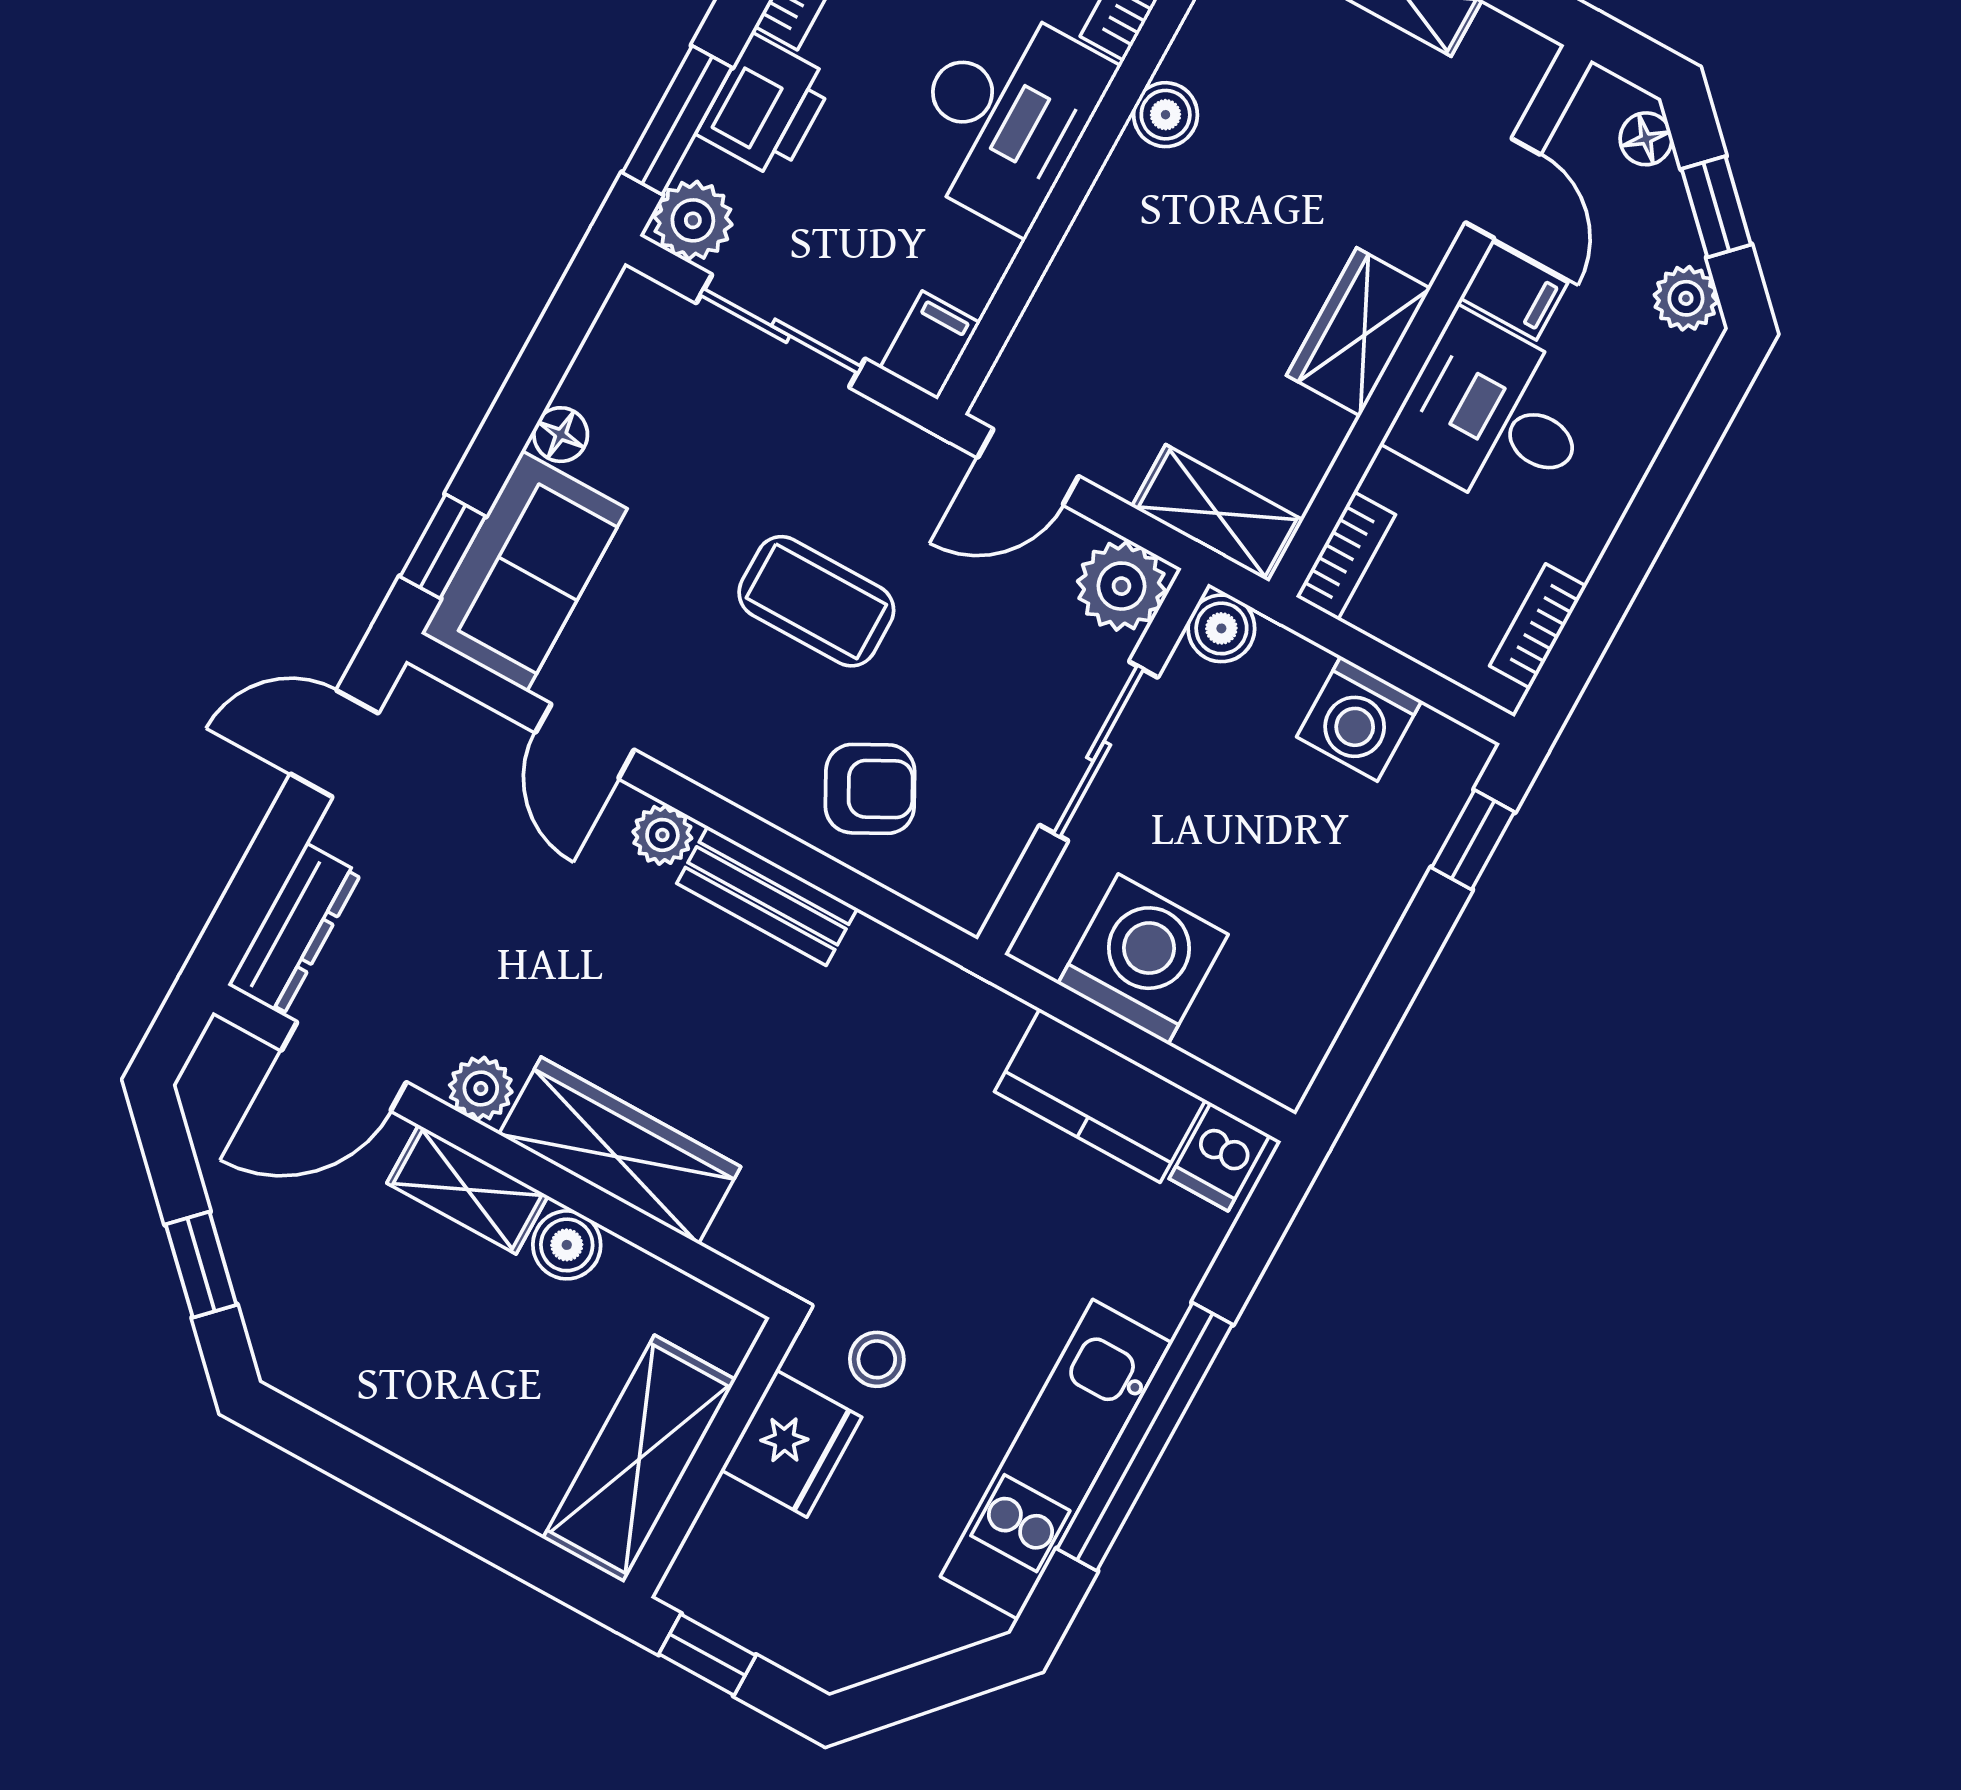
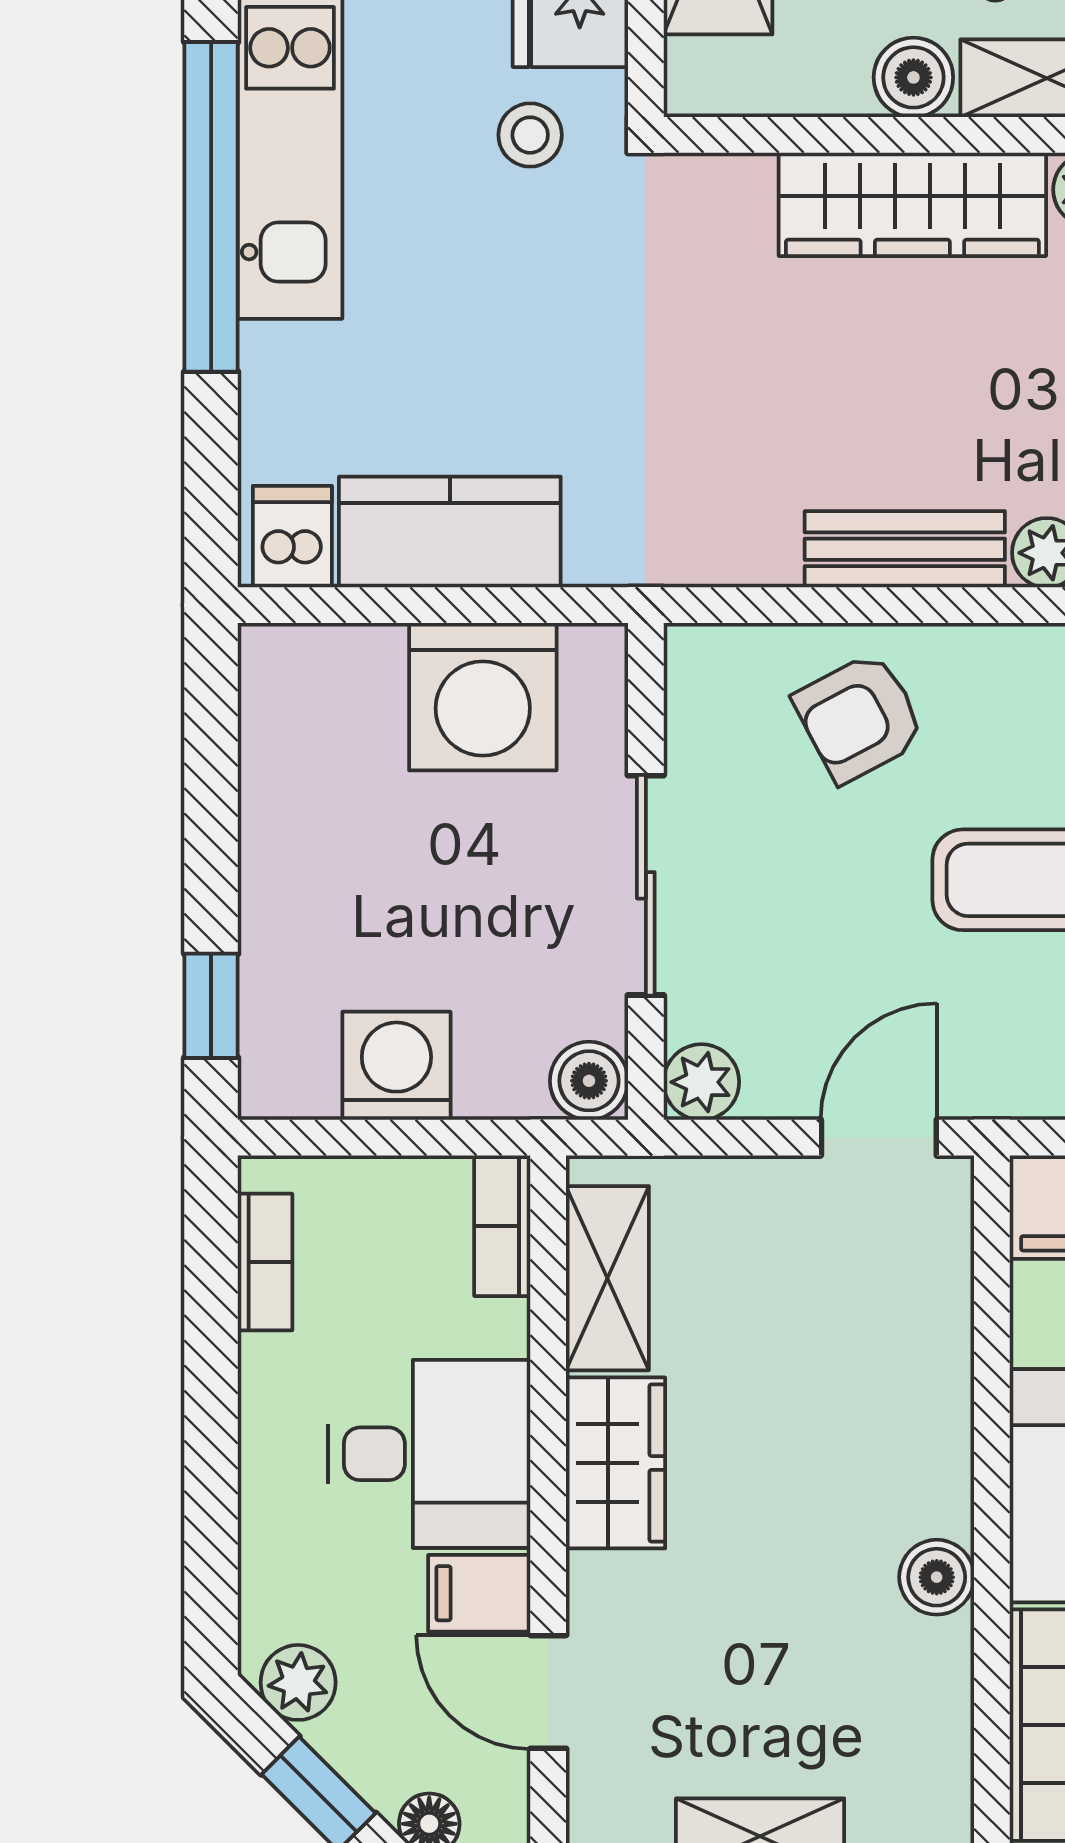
shelving: (1217, 513) -> (607, 1278), moved, turned 90
plant: (1121, 586) -> (701, 1082), width x0.73, depth x0.73

